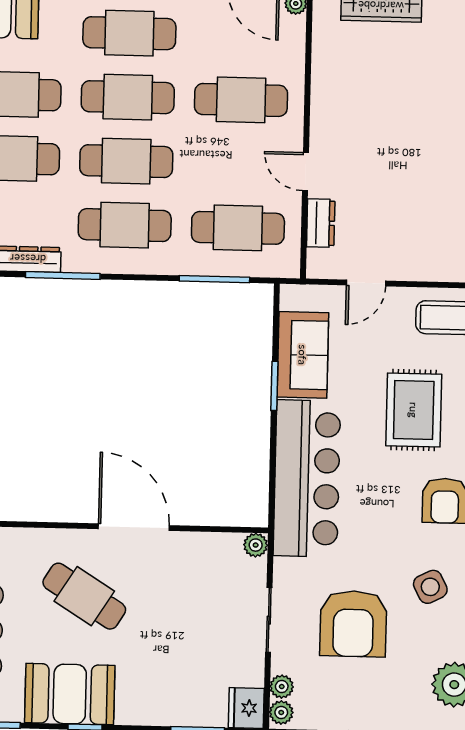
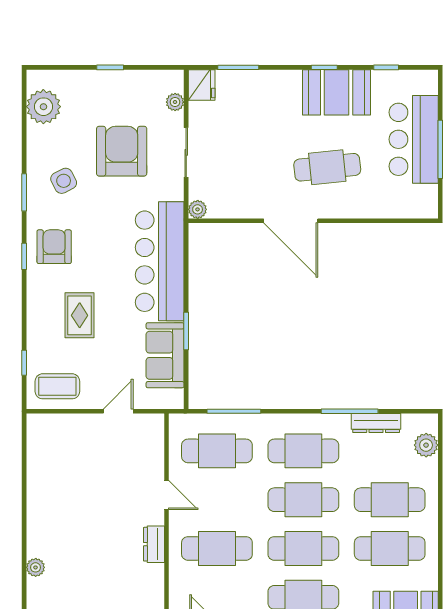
dresser: (321, 223) -> (154, 544), moved
rug: (414, 410) -> (80, 315), width x0.73, depth x0.70
cafe table: (84, 596) -> (327, 167), turned -38
plant: (281, 712) -> (175, 82), removed

